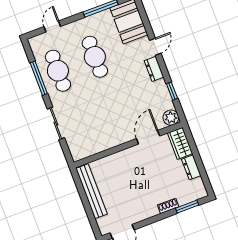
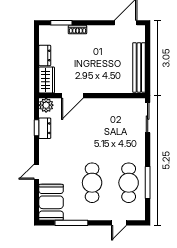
dresser: (154, 69) -> (45, 128), moved
sliding door: (56, 123) -> (148, 118), moved

